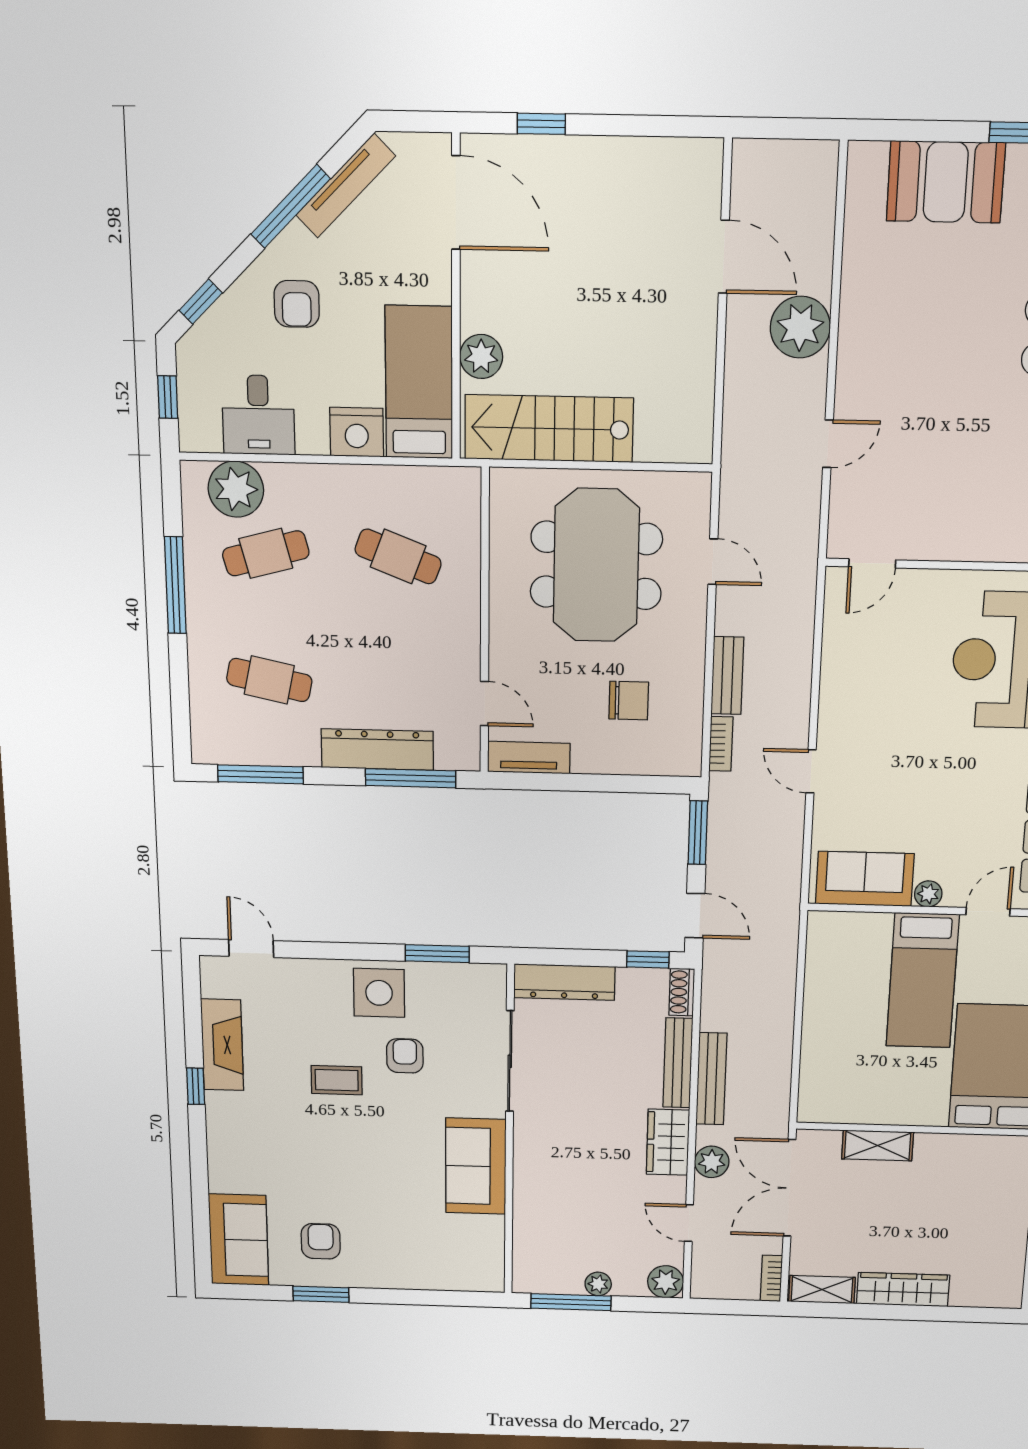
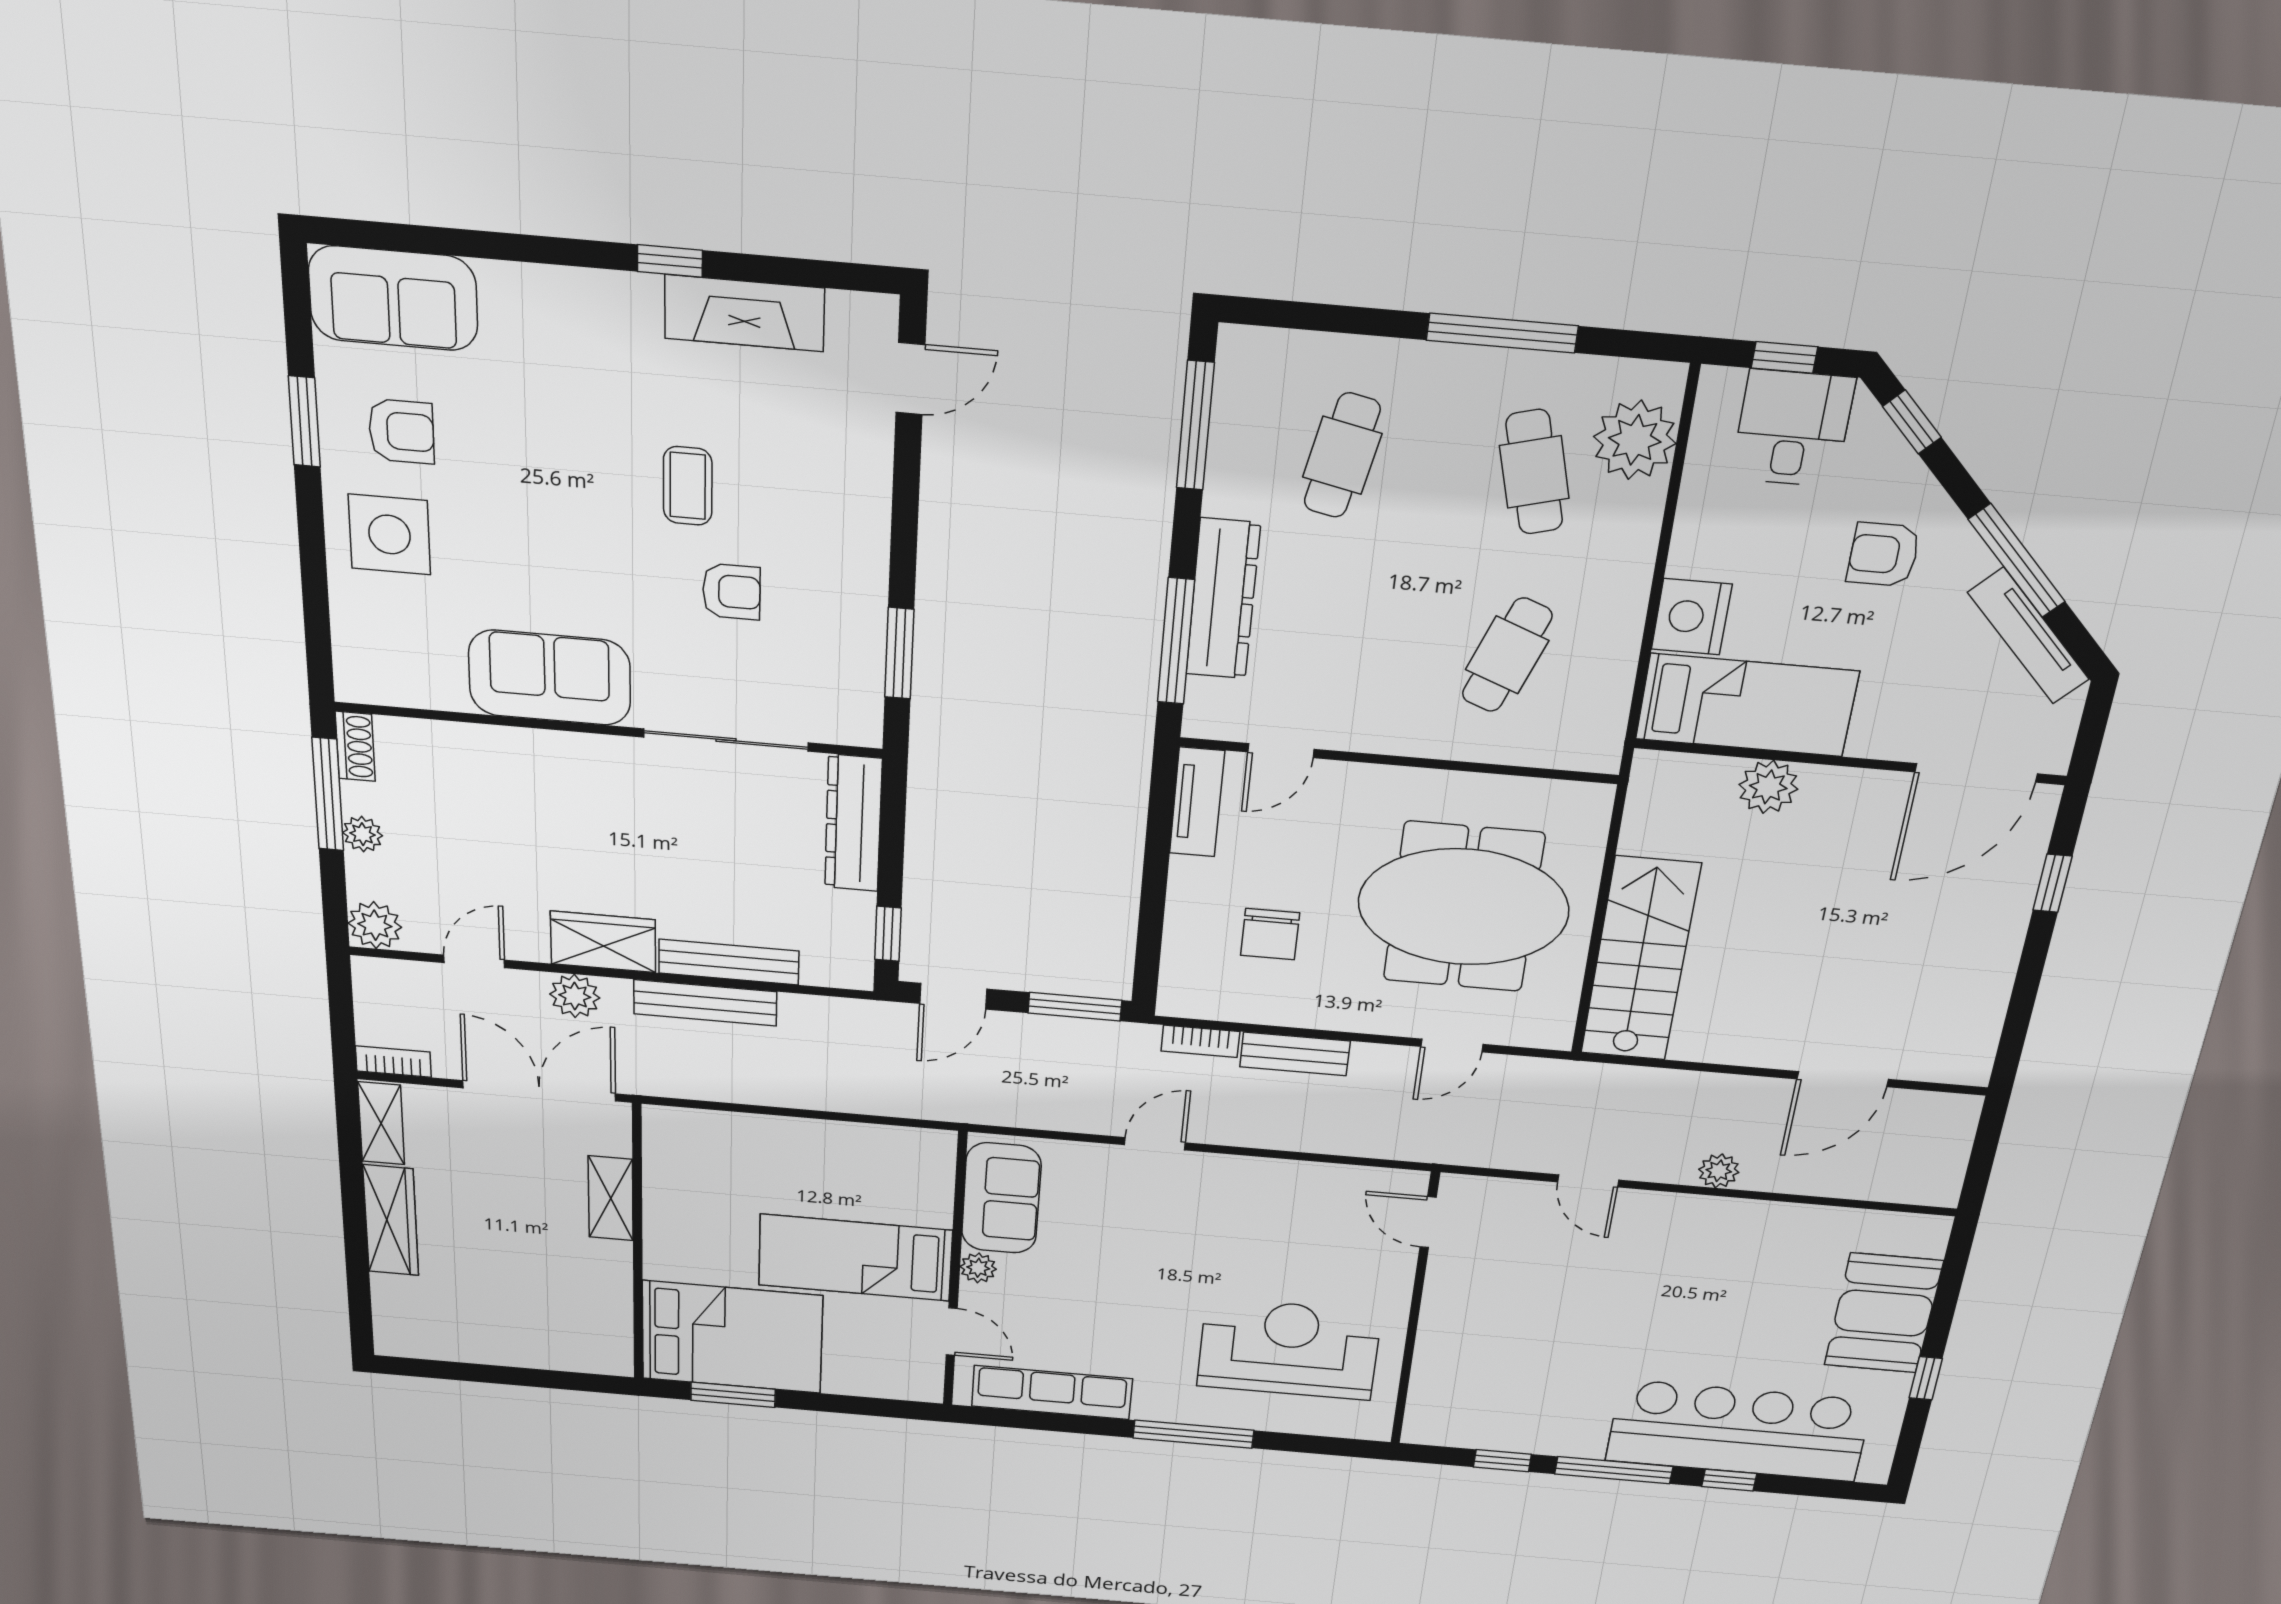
plant: (800, 327) -> (1719, 1171), width x0.53, depth x0.53
desk: (258, 415) -> (1793, 428), moved, turned 90
stairs: (549, 428) -> (1640, 959), moved
shoe rack: (682, 992) -> (355, 746), moved, turned 90
side table: (379, 993) -> (389, 534), moved

